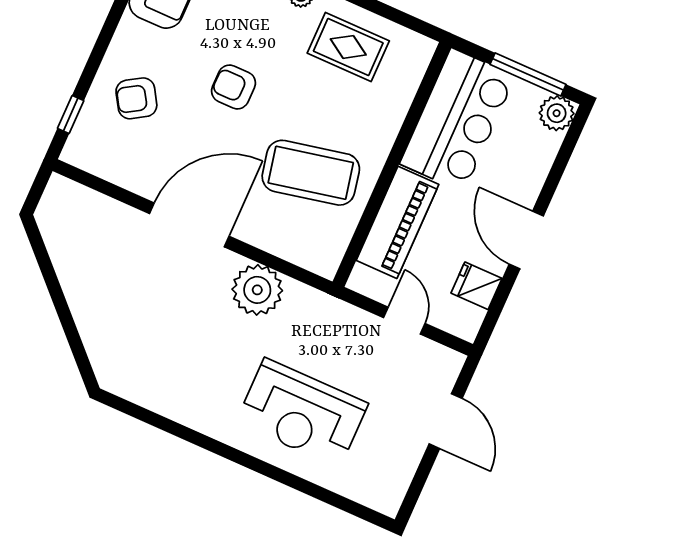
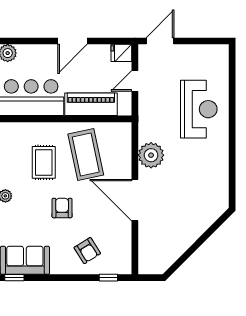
rug: (348, 47) -> (44, 162), moved
armchair: (233, 87) -> (62, 208), turned 180
fridge: (477, 286) -> (121, 53), moved, turned 90
door: (446, 421) -> (160, 41), moved

